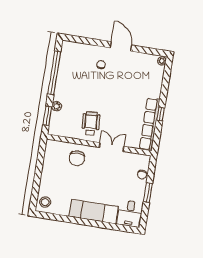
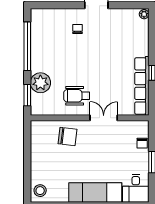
plant: (57, 106) -> (40, 83), width x1.88, depth x1.88
wheelchair: (91, 124) -> (77, 96), turned -86
chair: (77, 158) -> (67, 137), turned -83

